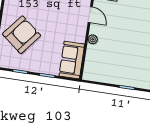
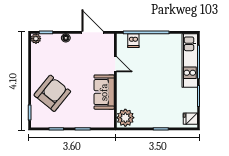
plant: (93, 39) -> (125, 118), moved, width x1.88, depth x1.88
sofa: (72, 60) -> (104, 92), moved

